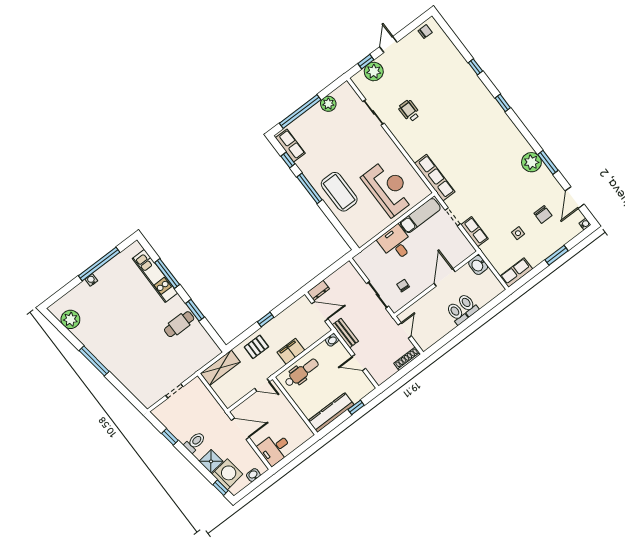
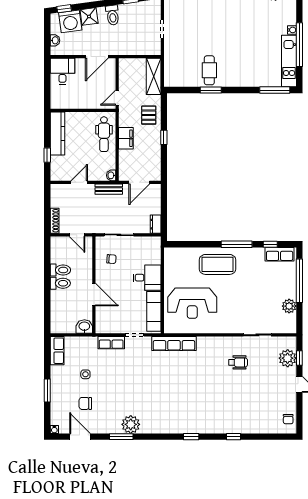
window: (167, 274) -> (275, 90), moved
kitchen unit: (155, 276) -> (289, 61), moved, turned -90
dresser: (318, 291) -> (156, 224), moved
toilet: (468, 305) -> (60, 270), moved

